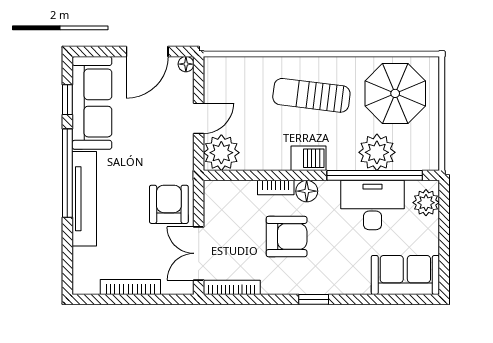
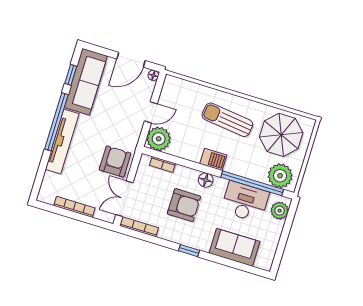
plant: (377, 152) -> (280, 176), moved
bookcase: (276, 188) -> (163, 164), moved
sofa: (405, 275) -> (235, 247), moved

